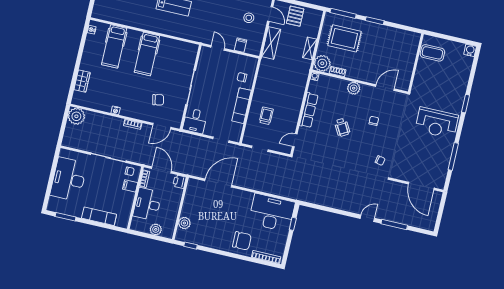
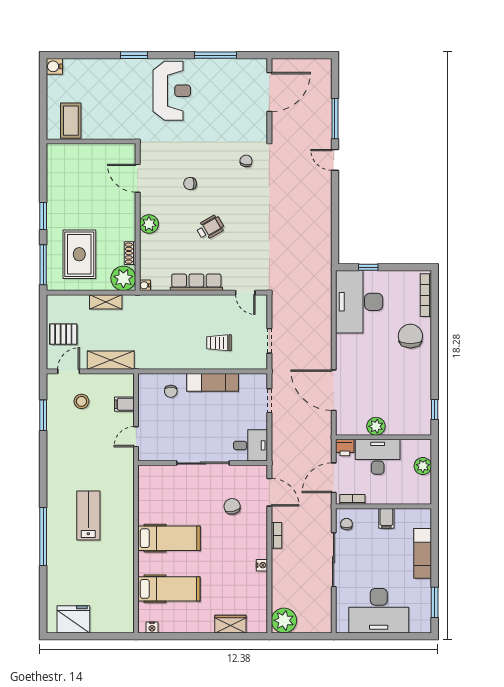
filing cabinet: (130, 186) -> (386, 518), moved
desk: (147, 204) -> (378, 457), moved, turned 180
plant: (184, 223) -> (376, 426), moved

